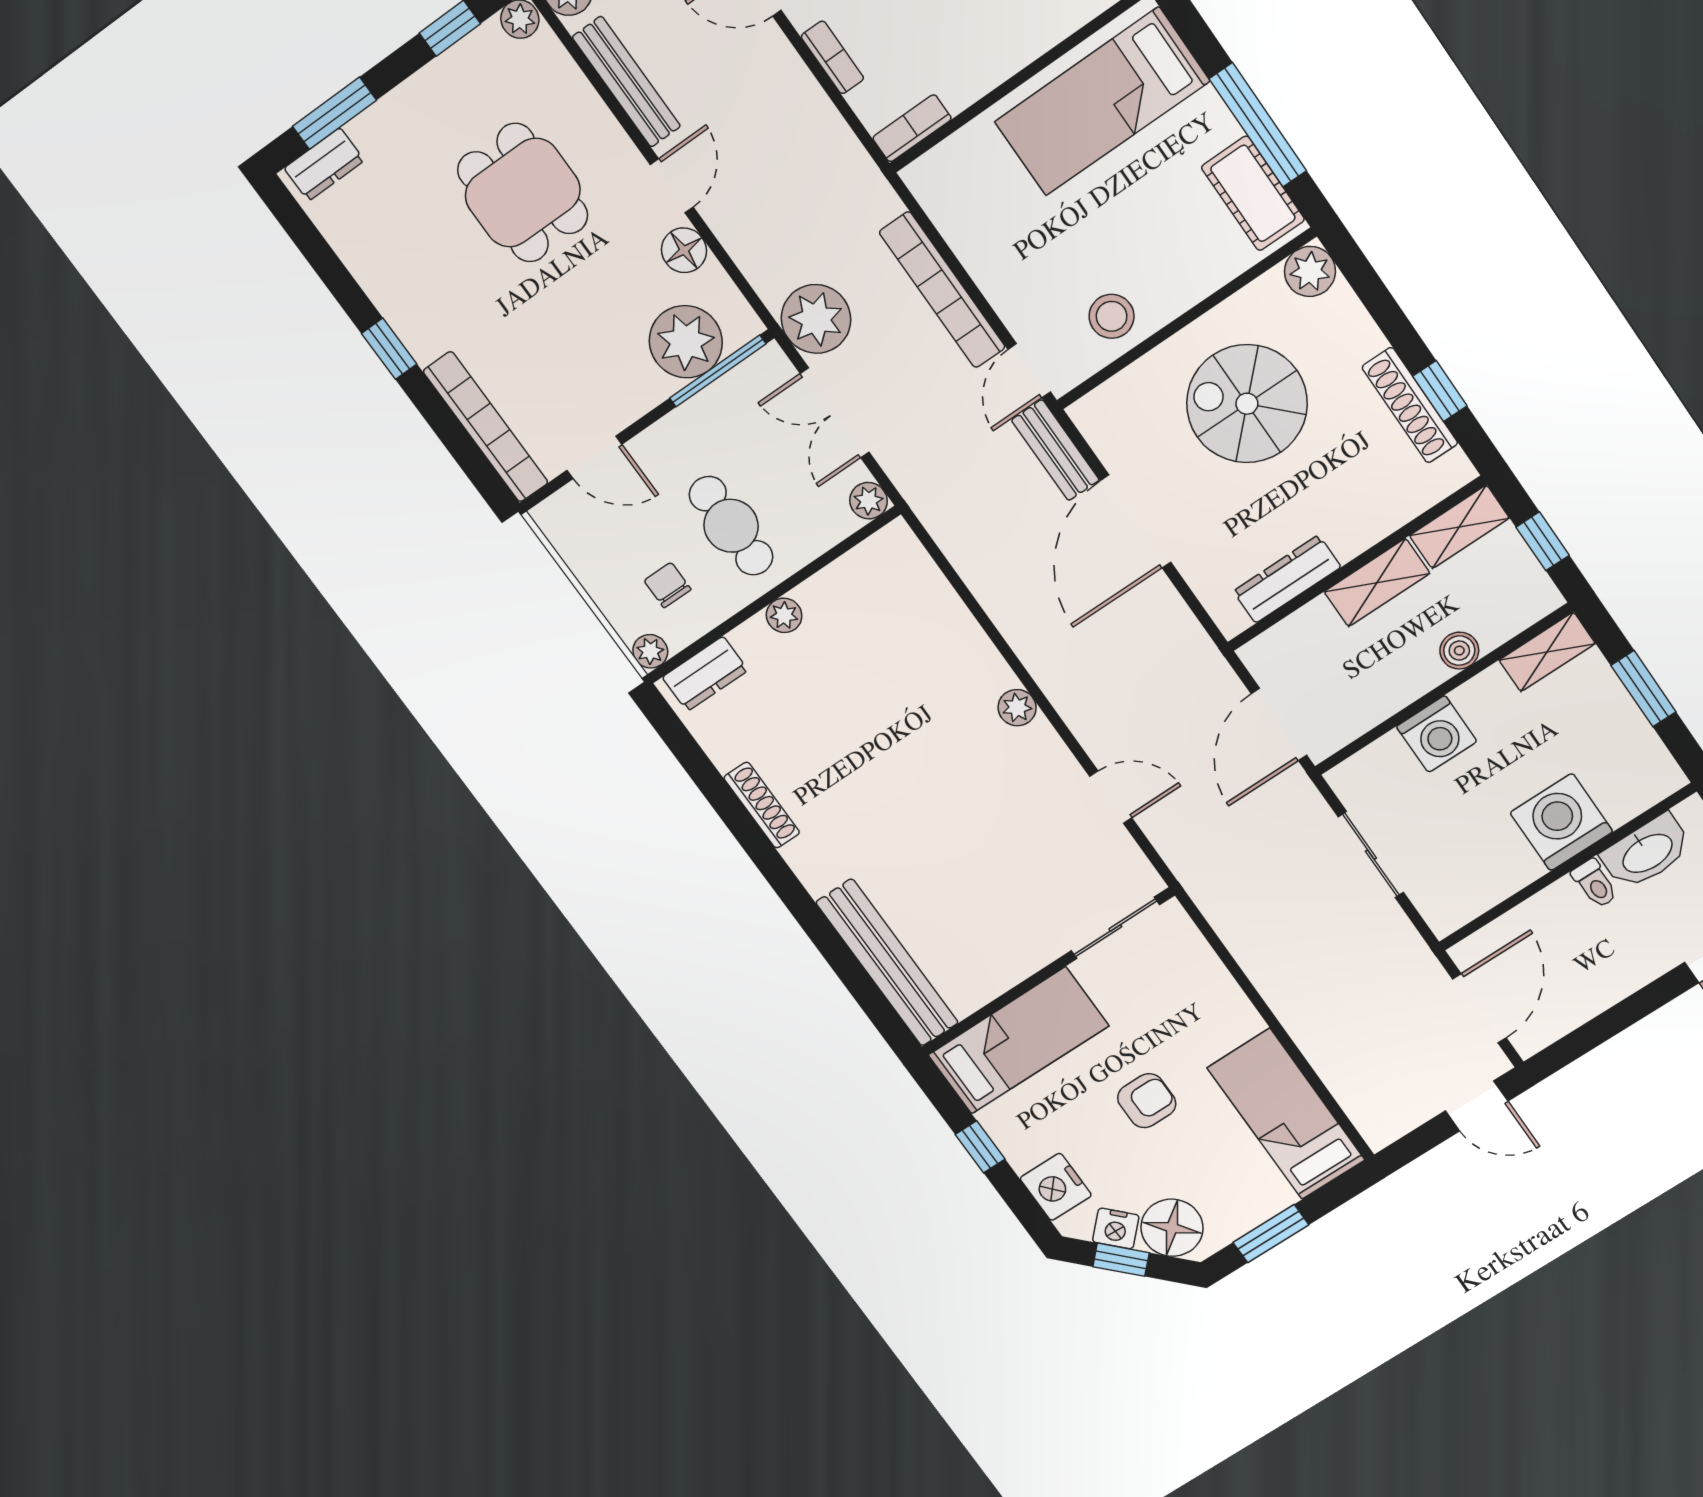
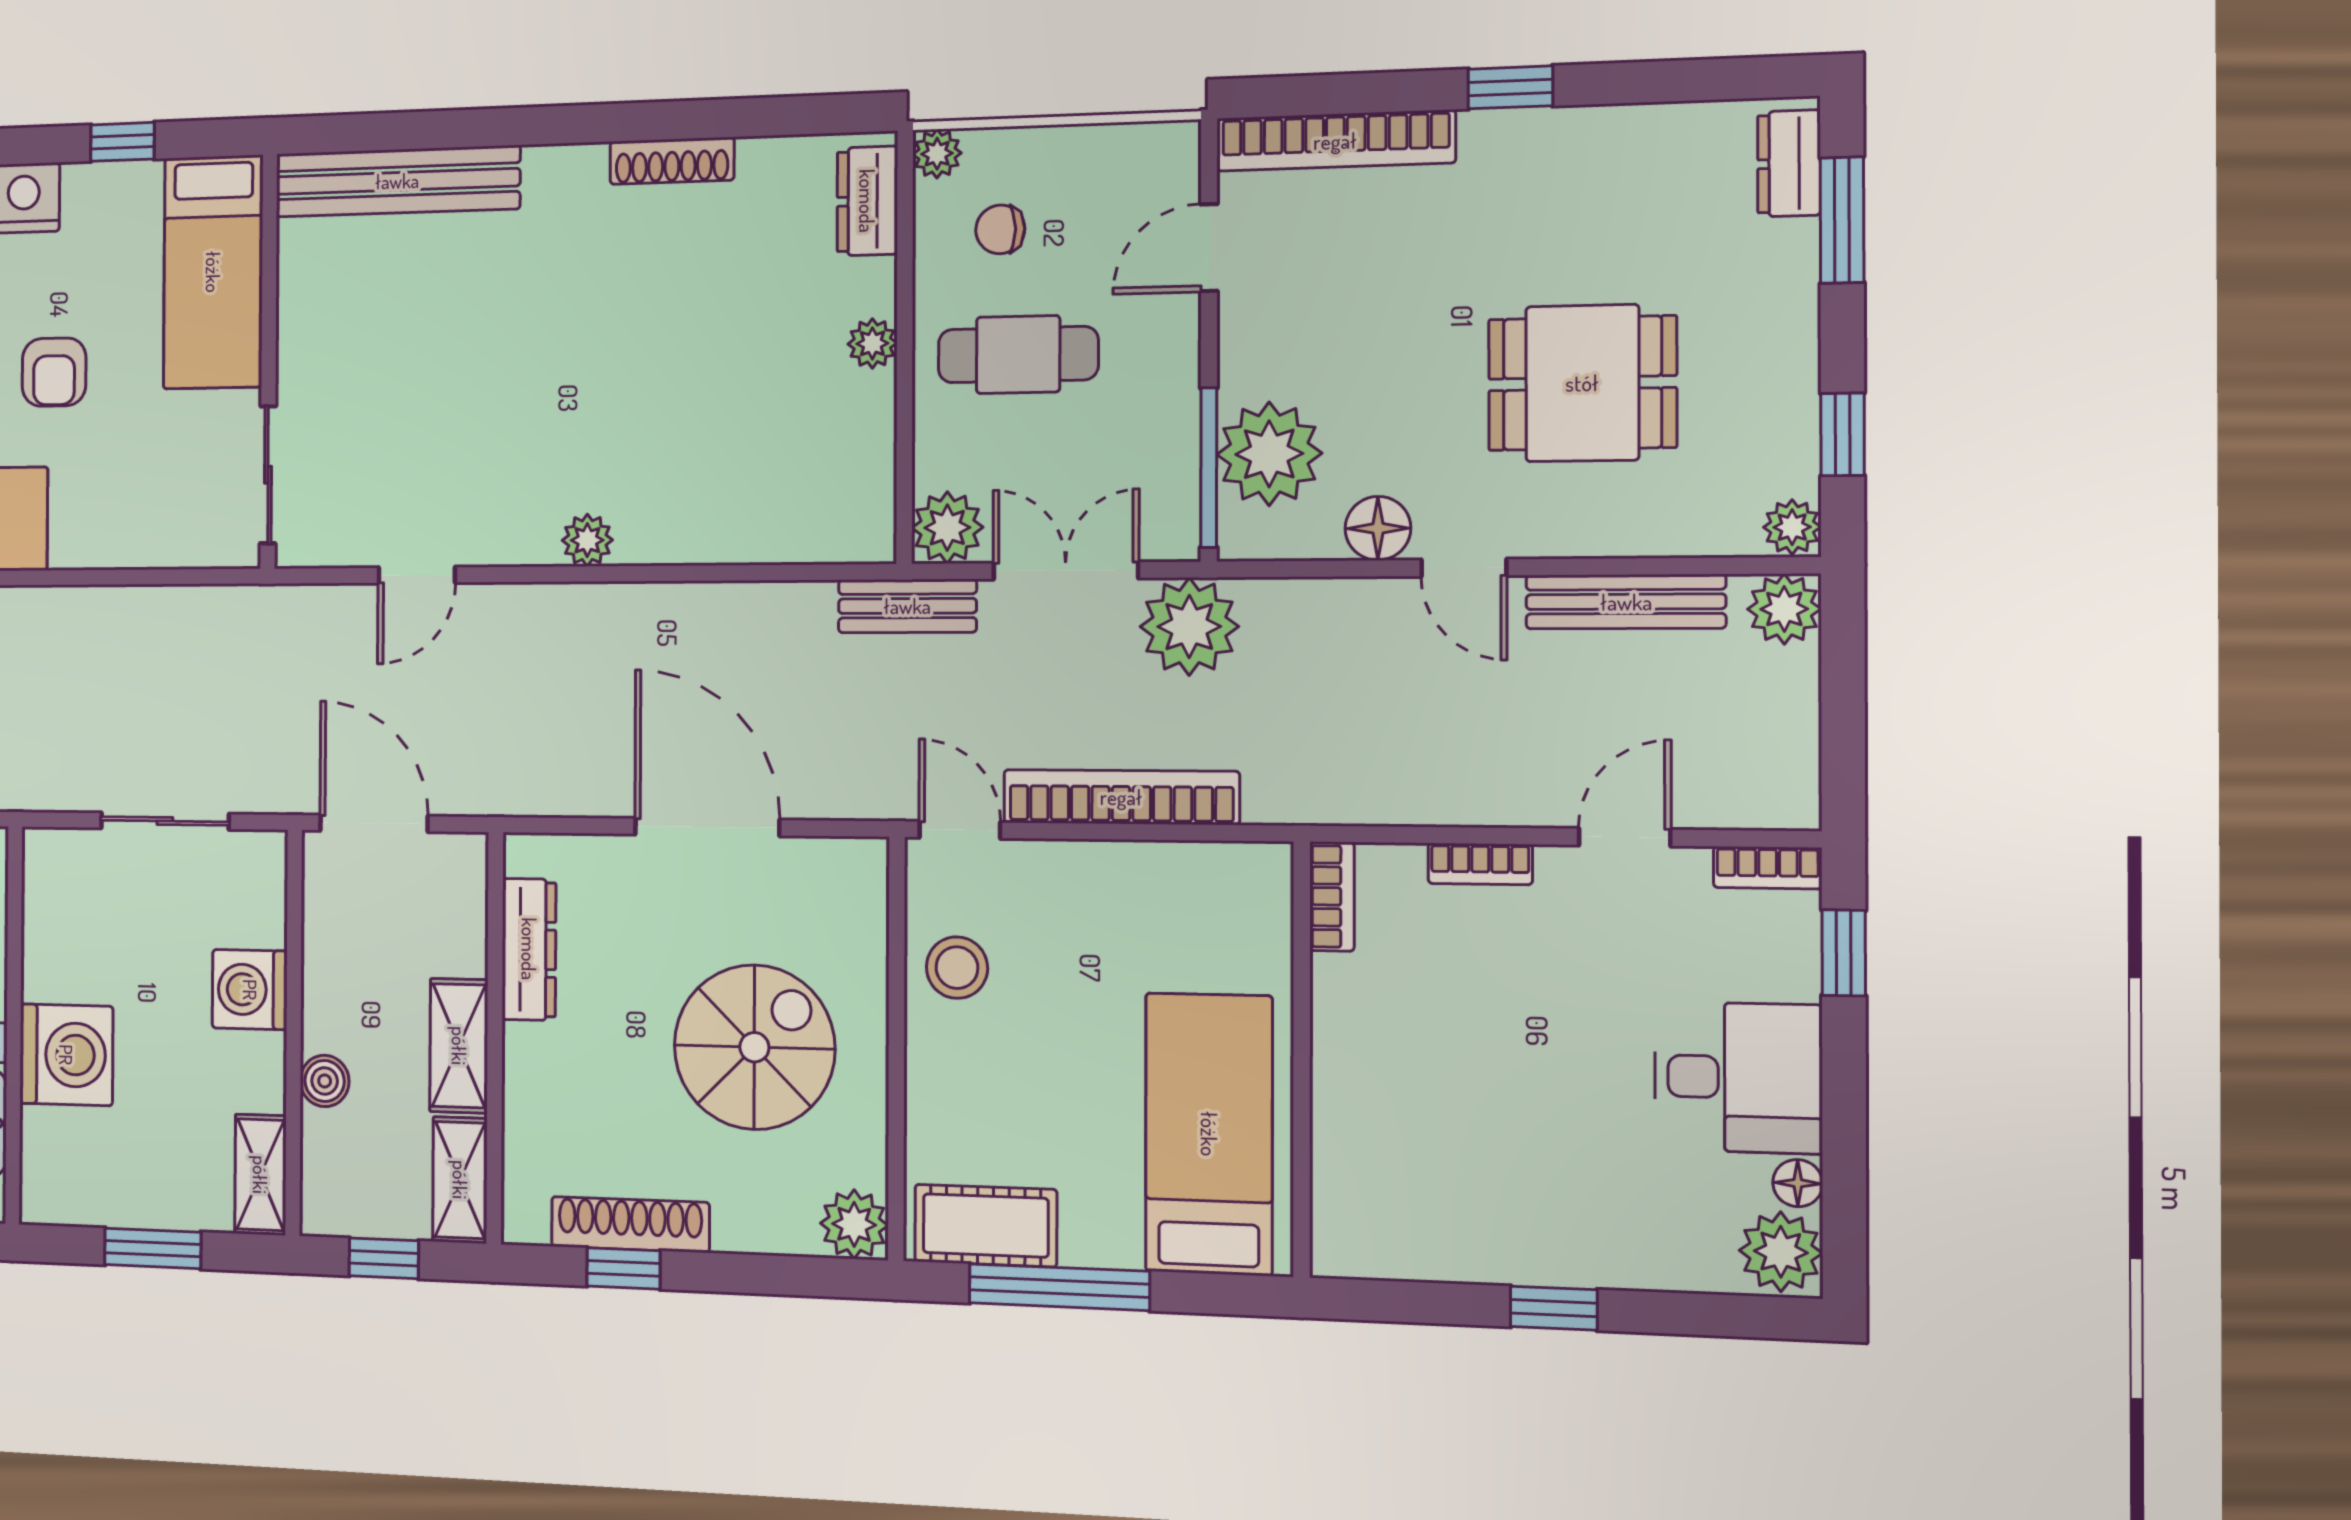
bench: (1055, 450) -> (907, 606), moved
plant: (869, 501) -> (947, 528), width x1.38, depth x1.38
chair: (668, 585) -> (1000, 229), turned 180

